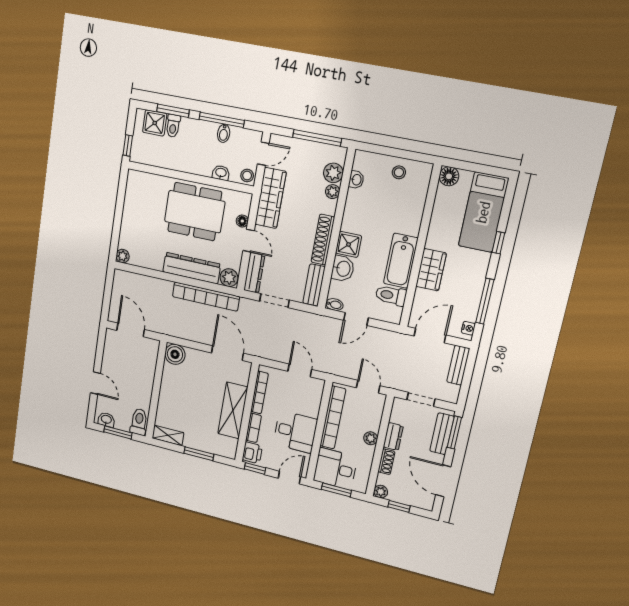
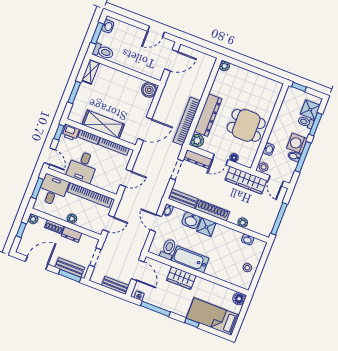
washing machine: (205, 133) -> (297, 143), added
plant: (333, 173) -> (255, 225), removed
dining table: (195, 212) -> (246, 125), width x0.73
door: (95, 383) -> (156, 32), moved

